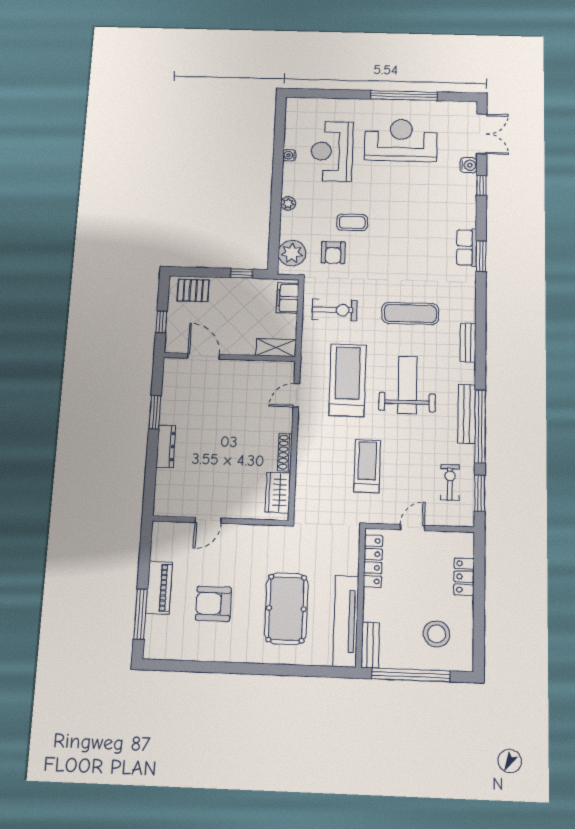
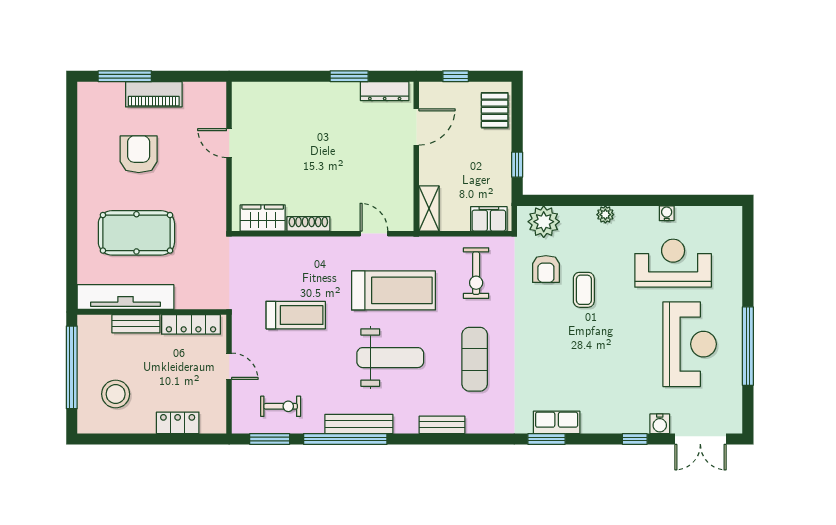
armchair: (333, 252) -> (546, 269), turned -90
dresser: (166, 446) -> (385, 91), moved
bench: (370, 645) -> (136, 324), moved

